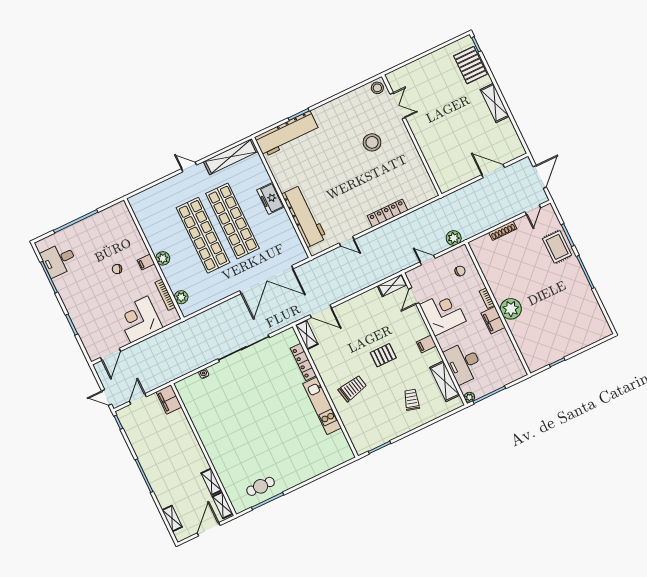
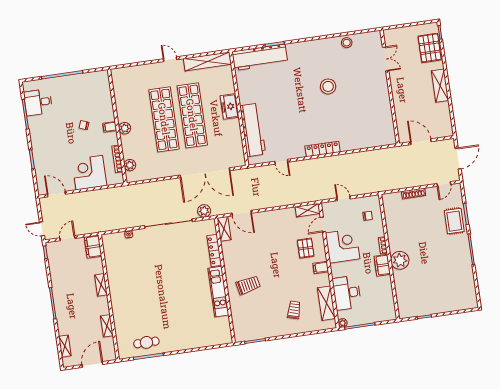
double door: (398, 106) -> (386, 59), moved
wall: (412, 135) -> (390, 87), moved
plant: (454, 238) -> (204, 211), moved
door: (111, 354) -> (56, 194), swing flipped
pallet: (383, 355) -> (306, 248), moved, turned 90
shelving: (223, 505) -> (101, 285), moved

